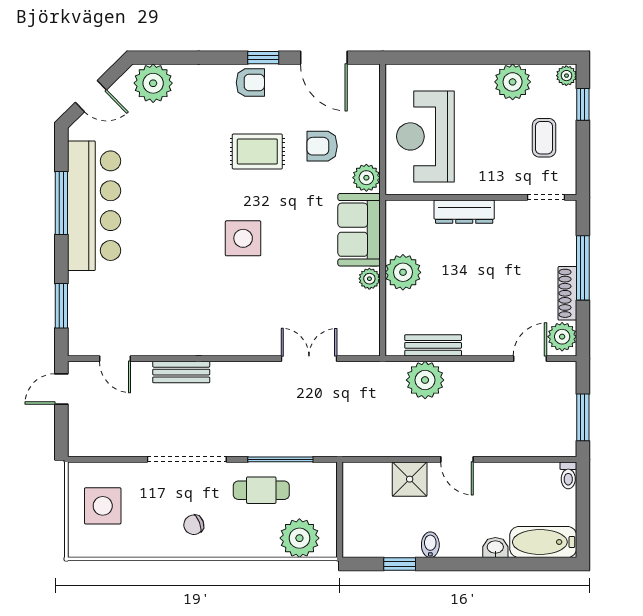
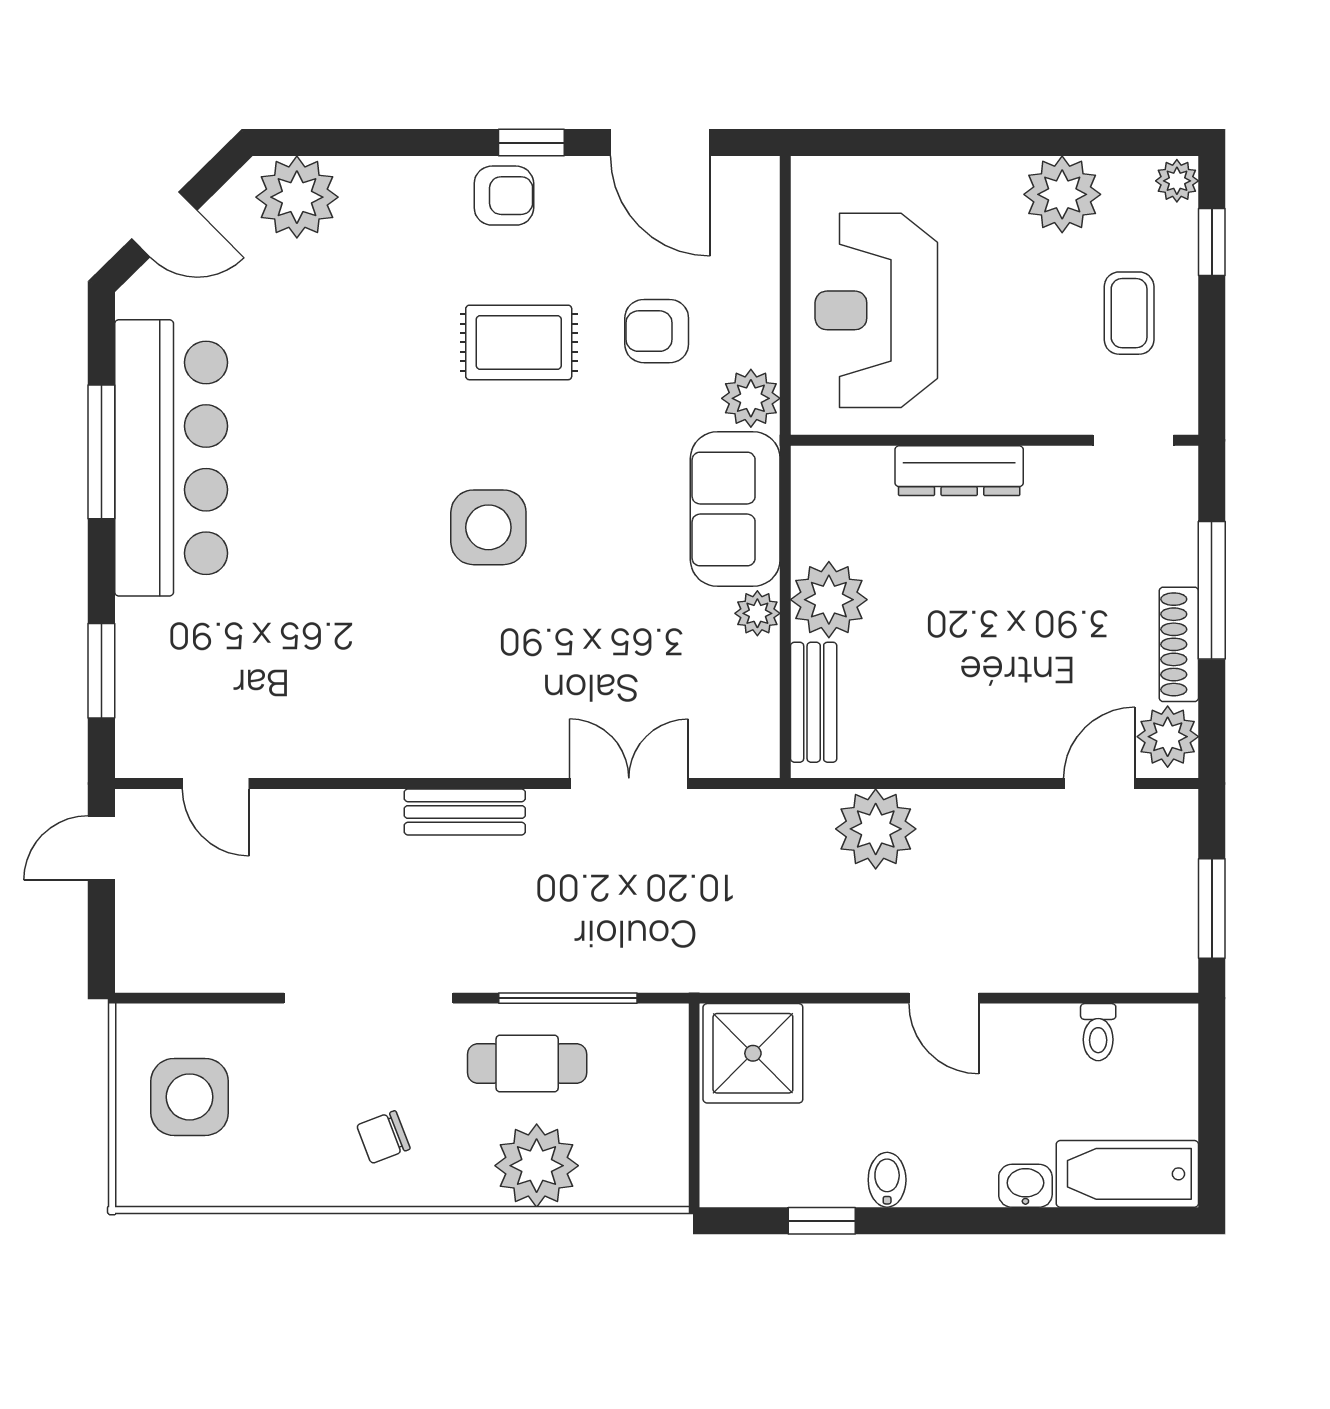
bench: (433, 345) -> (814, 702), moved, turned 90
bench: (181, 372) -> (465, 812), moved
toilet: (568, 475) -> (1098, 1032), moved
shower: (410, 479) -> (753, 1053), moved, width x1.36, depth x1.36
plant: (299, 538) -> (537, 1166), moved

